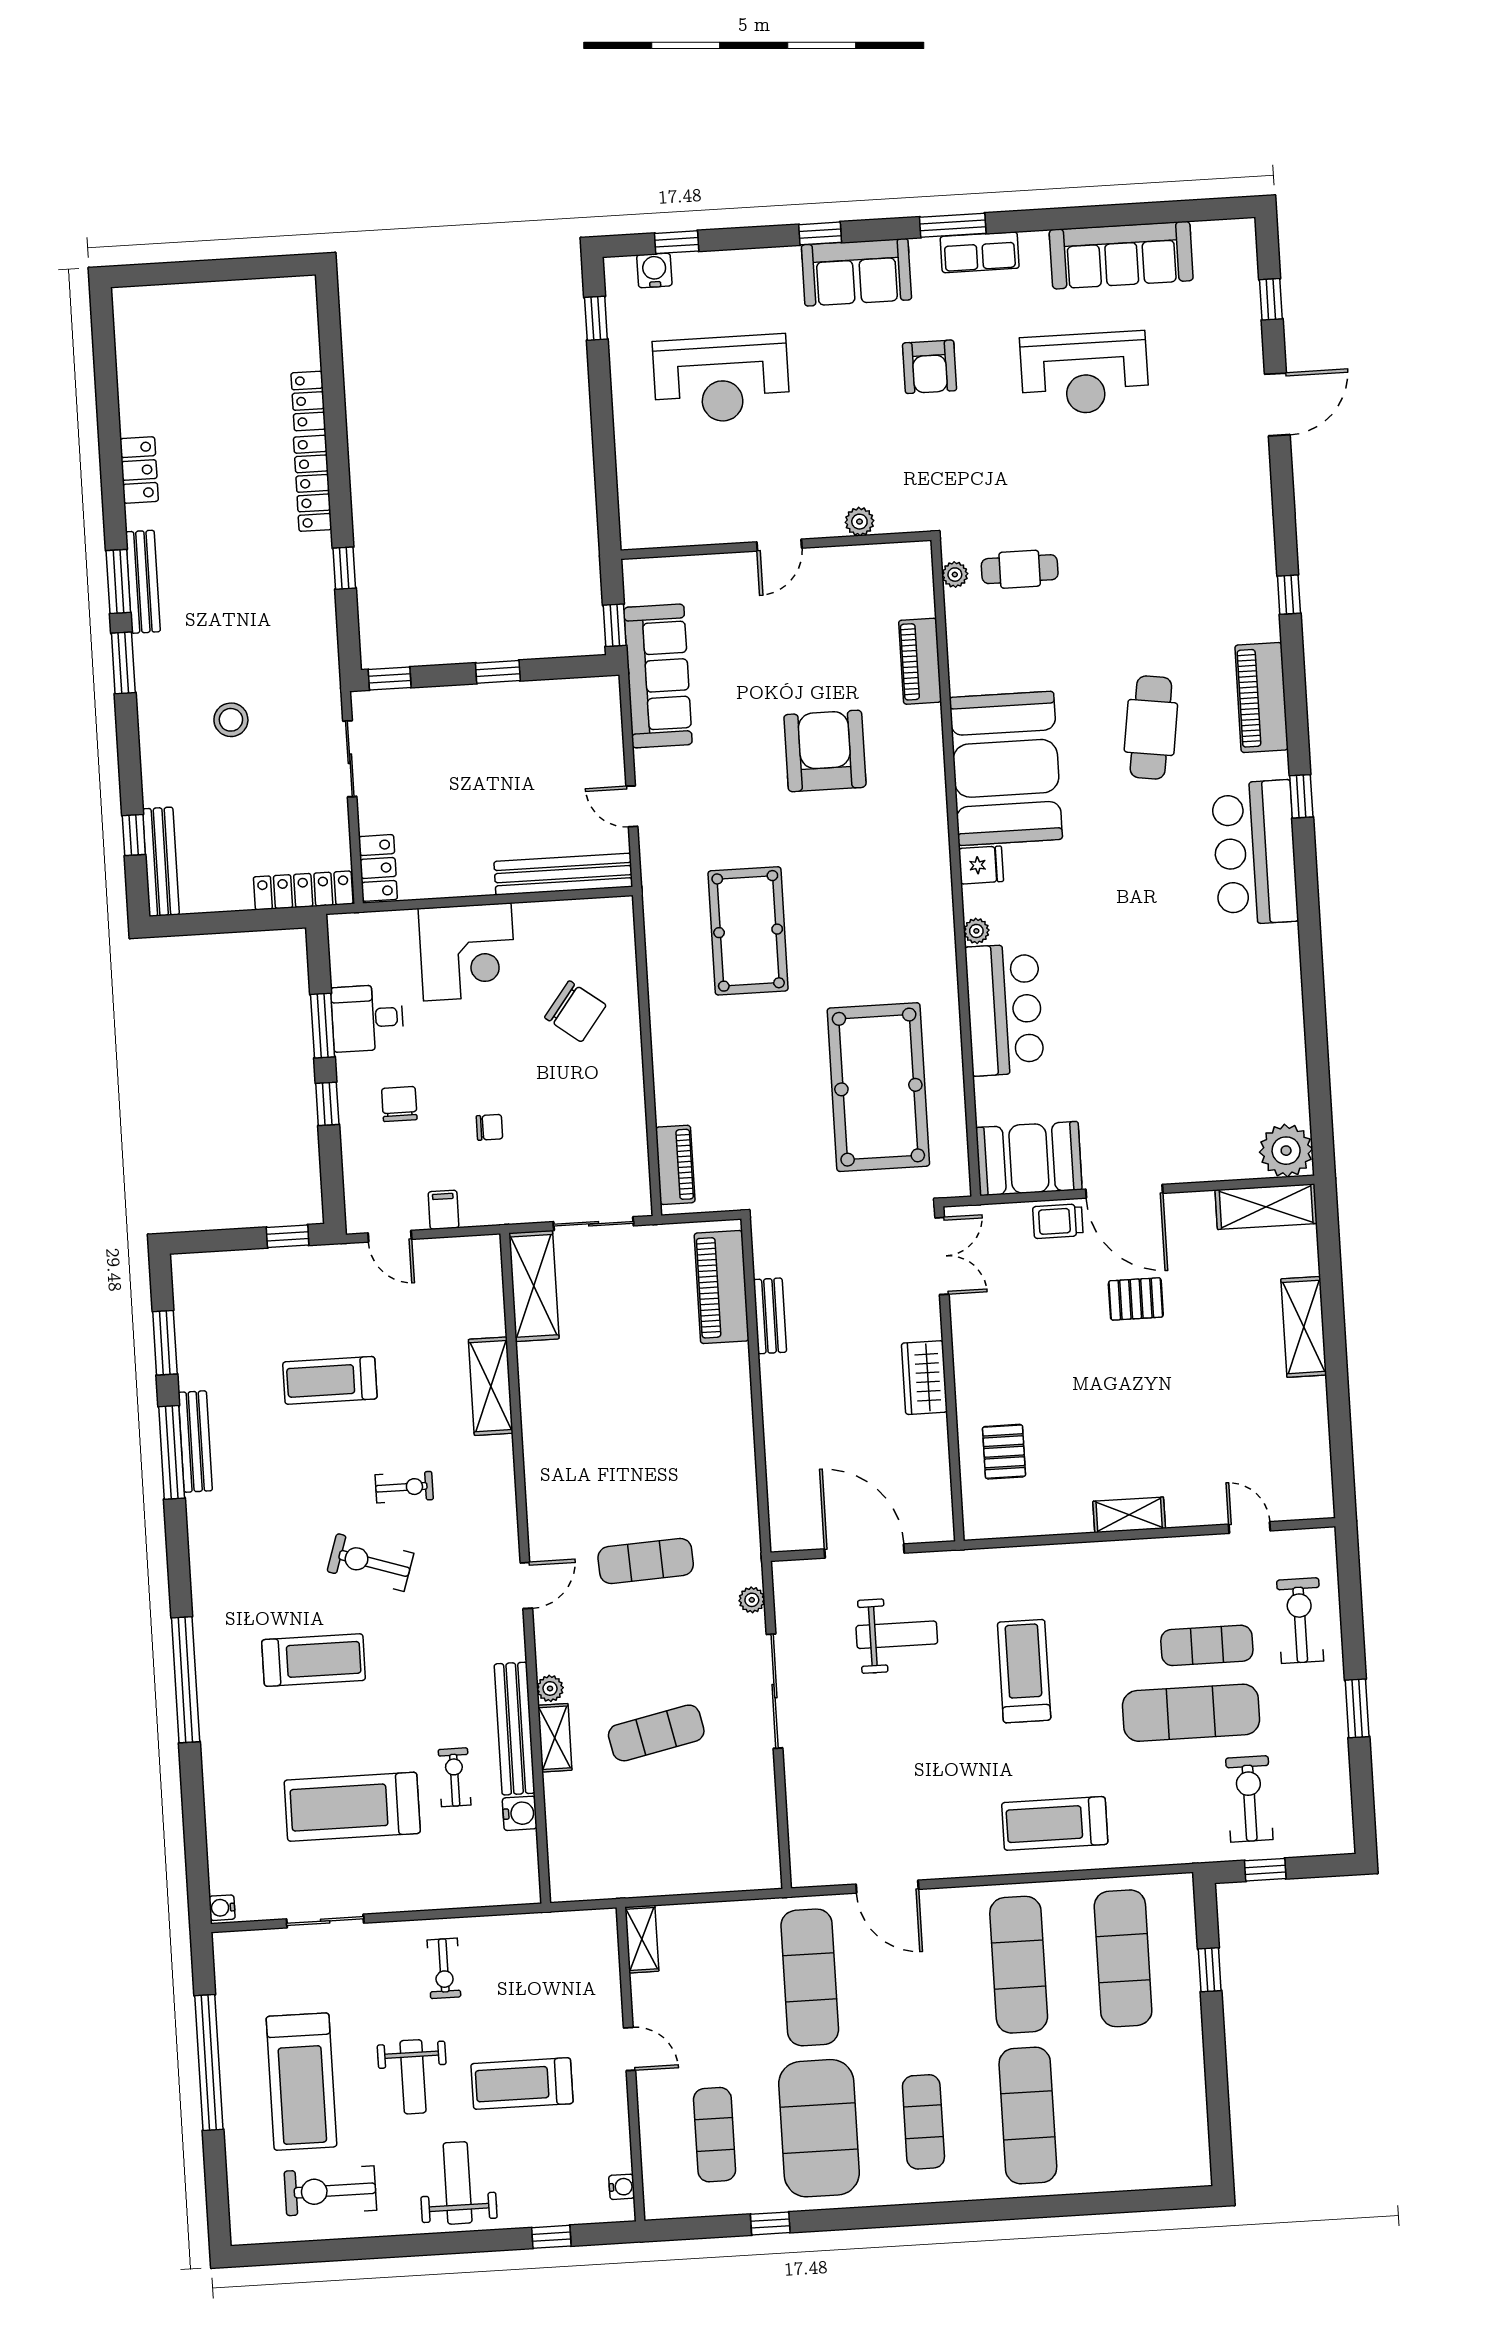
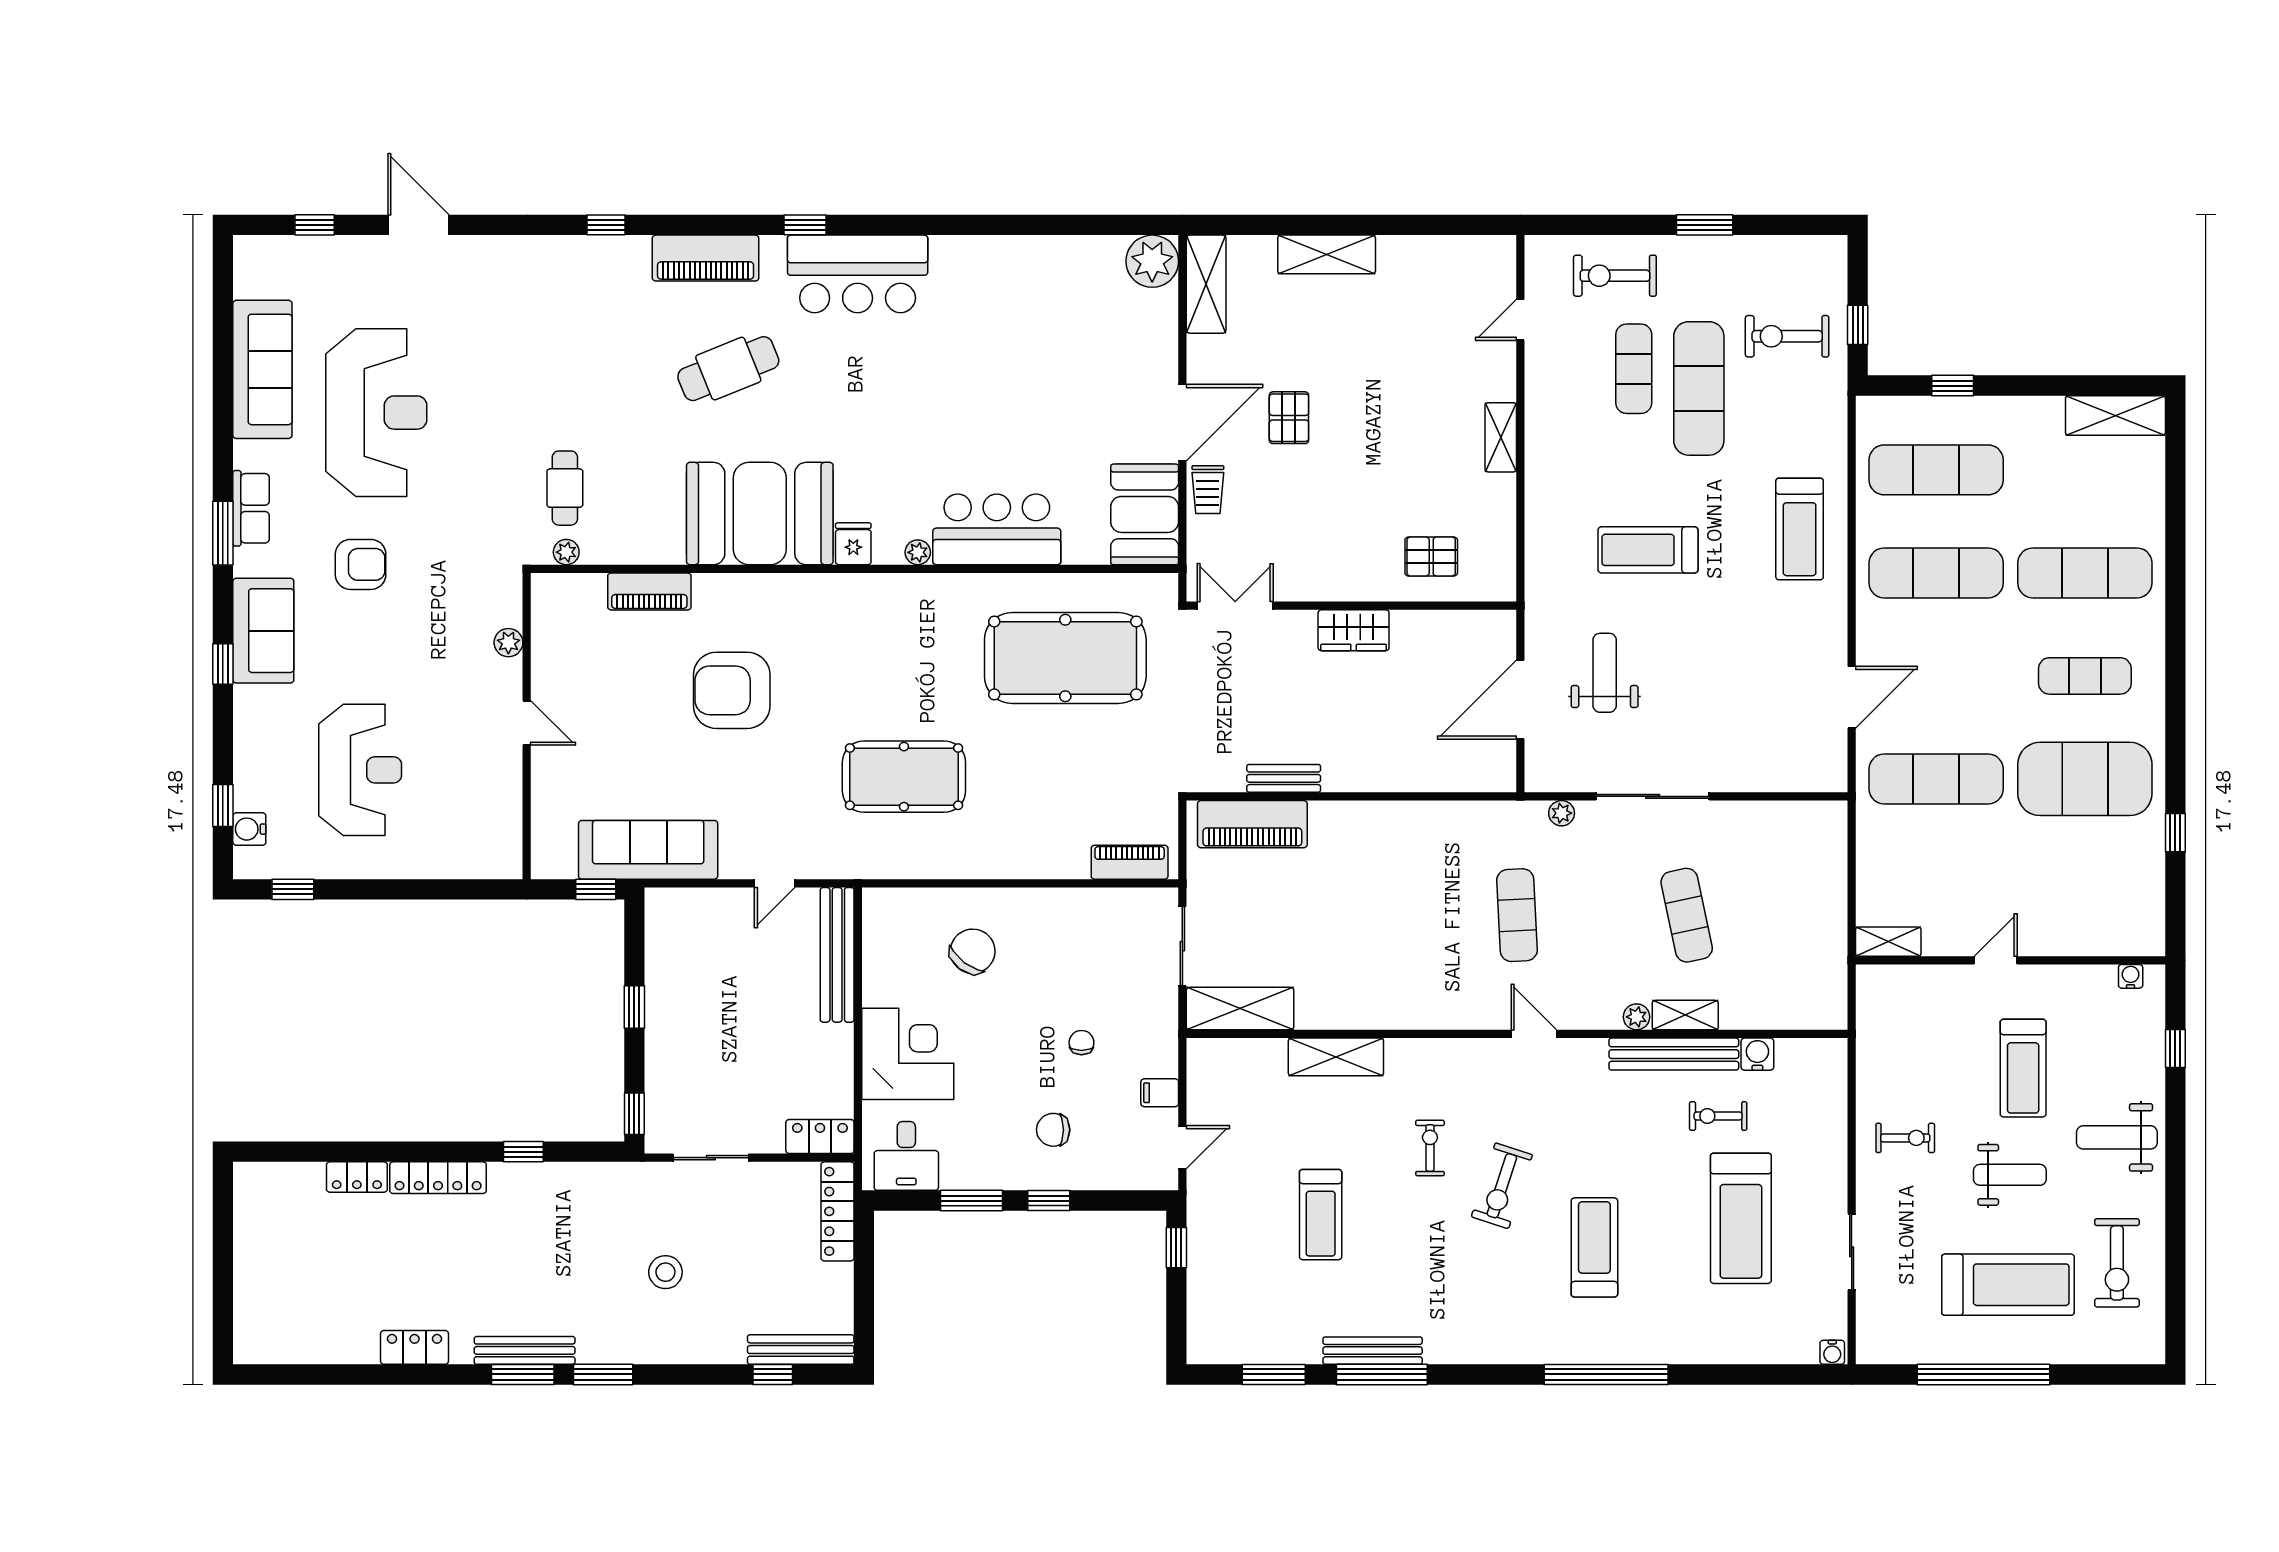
reception desk: (1084, 373) -> (376, 413), width x1.36, depth x1.30
cafe table: (1151, 727) -> (728, 369), turned -30
desk: (367, 1018) -> (906, 1156), moved
exercise mat: (715, 2135) -> (2085, 882), removed
shelving: (1189, 2137) -> (2115, 416), added

